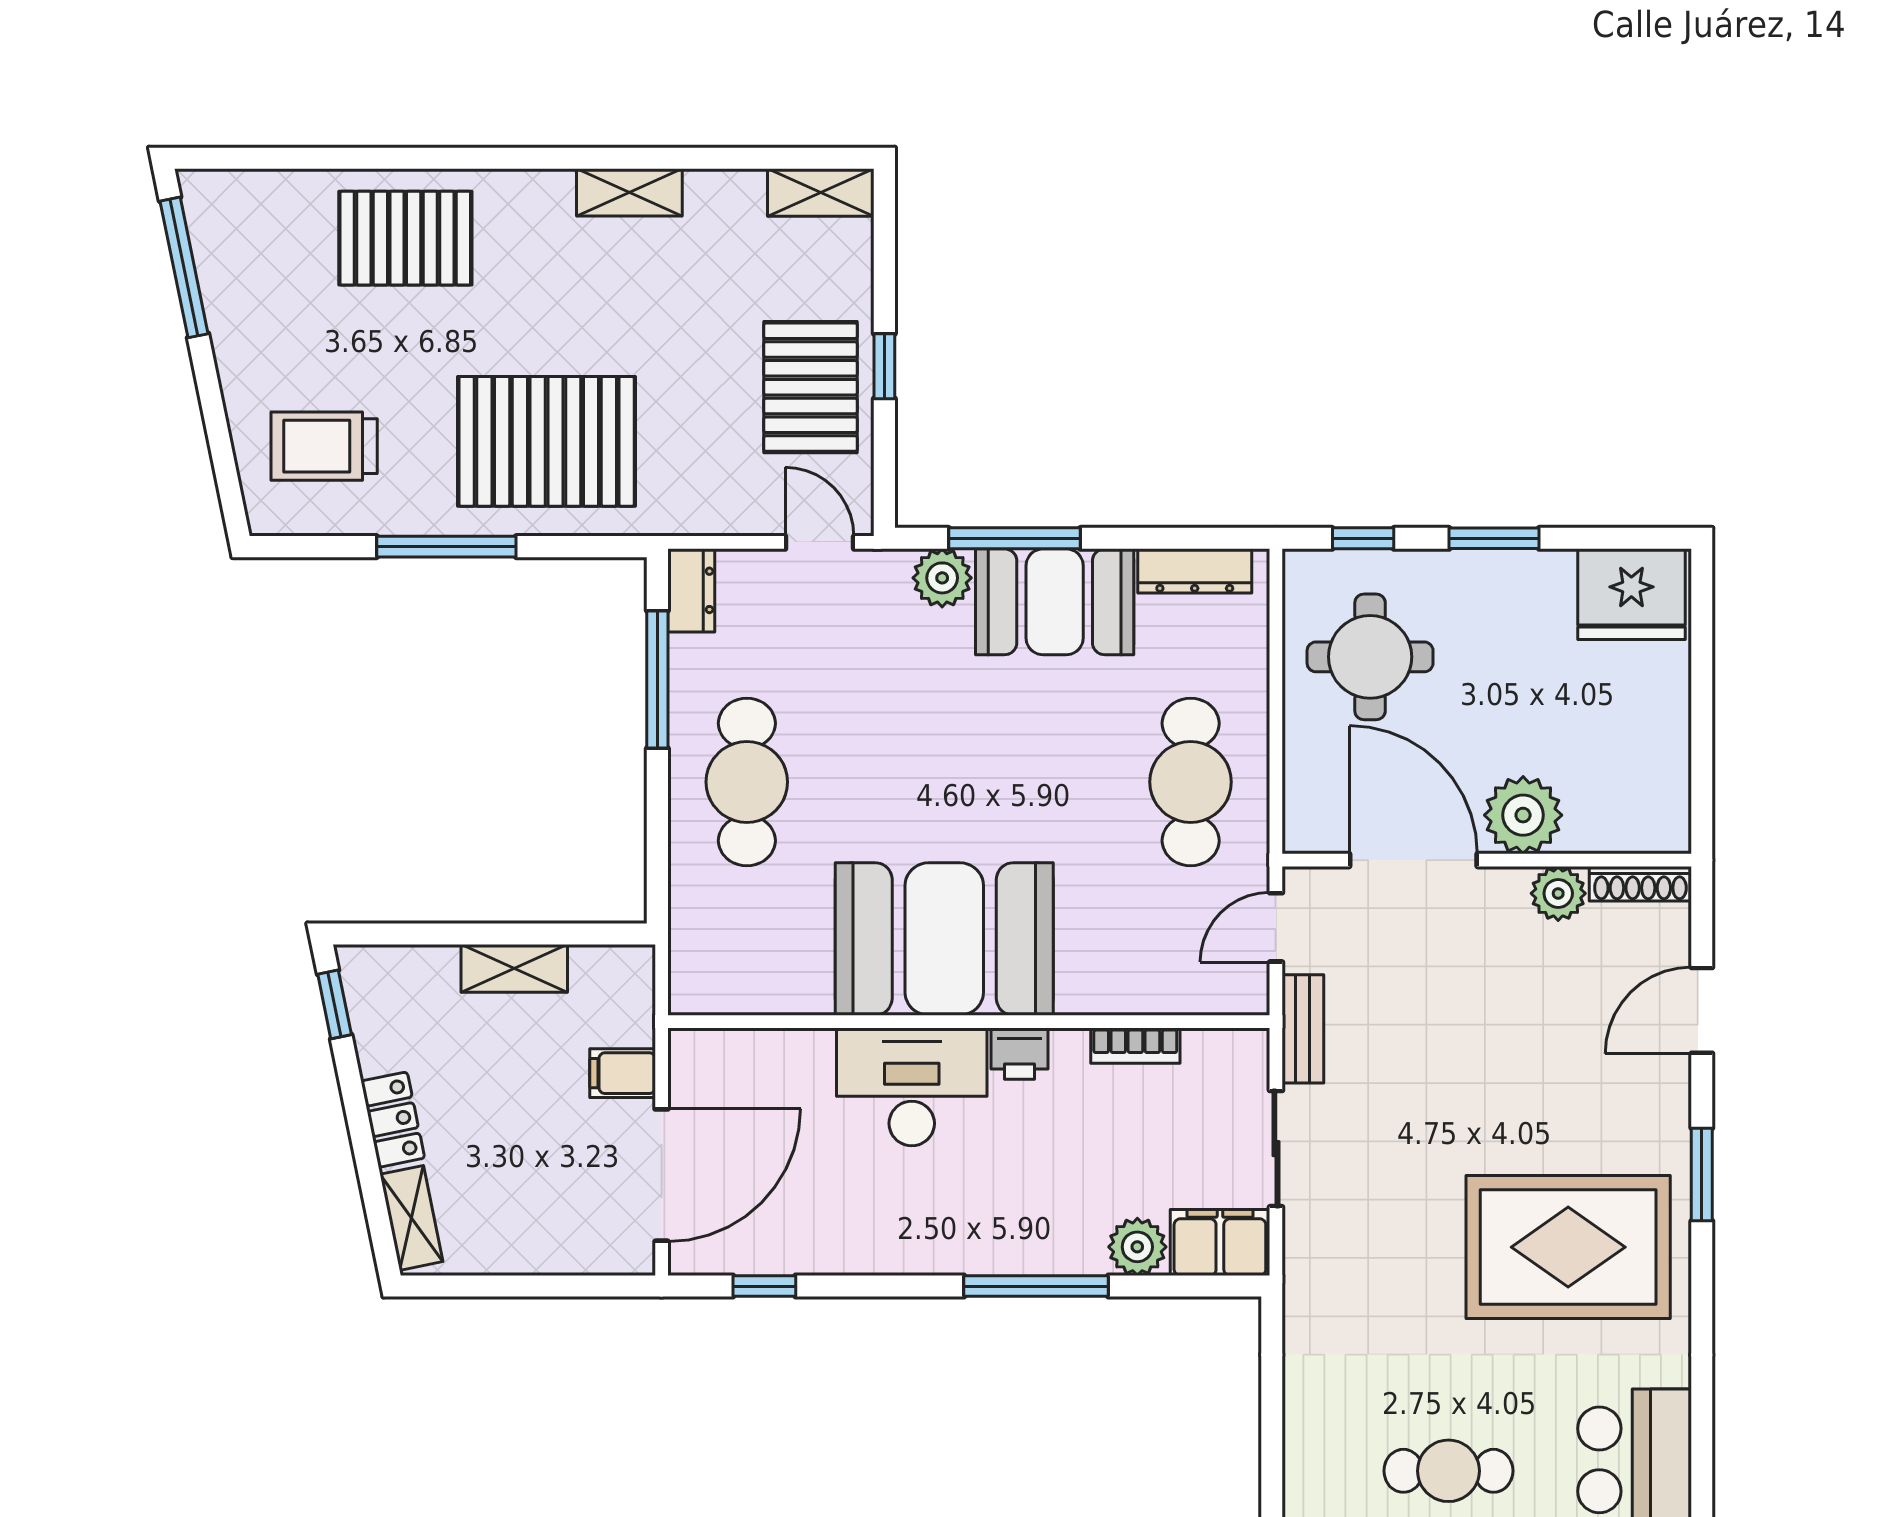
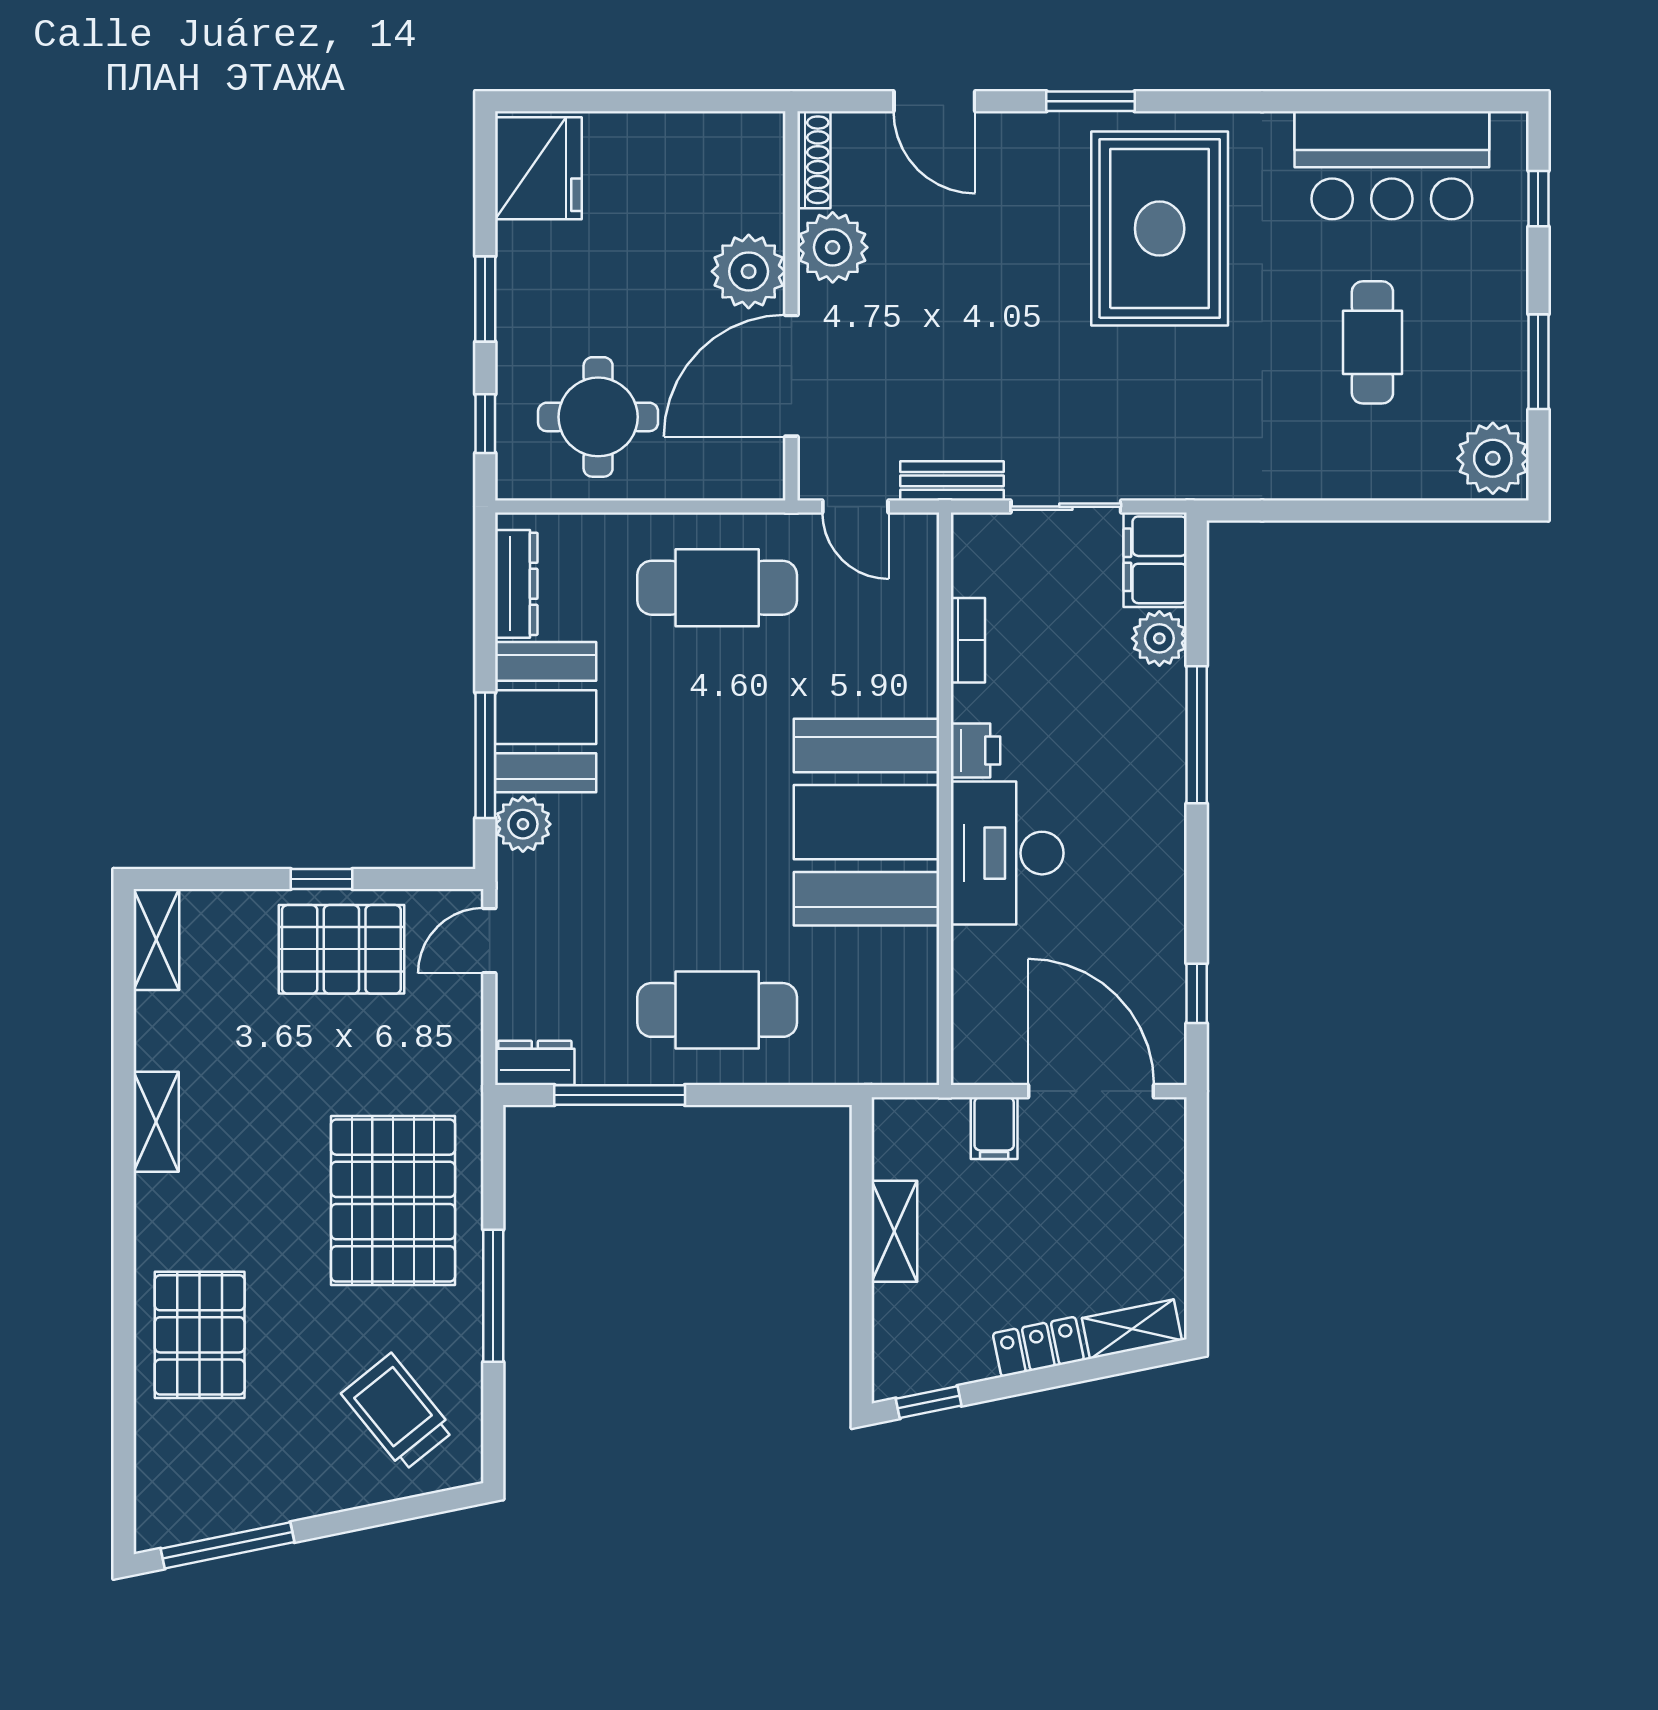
trolley: (324, 446) -> (398, 1412), turned 141
plant: (1558, 893) -> (833, 247), width x1.36, depth x1.36

